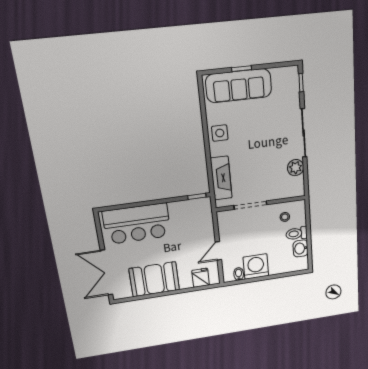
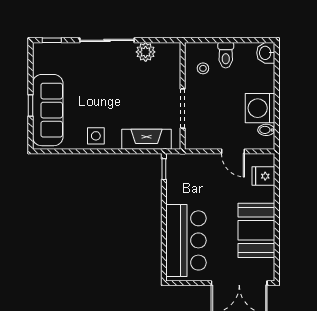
washbasin: (301, 248) -> (266, 53), moved, turned 90

